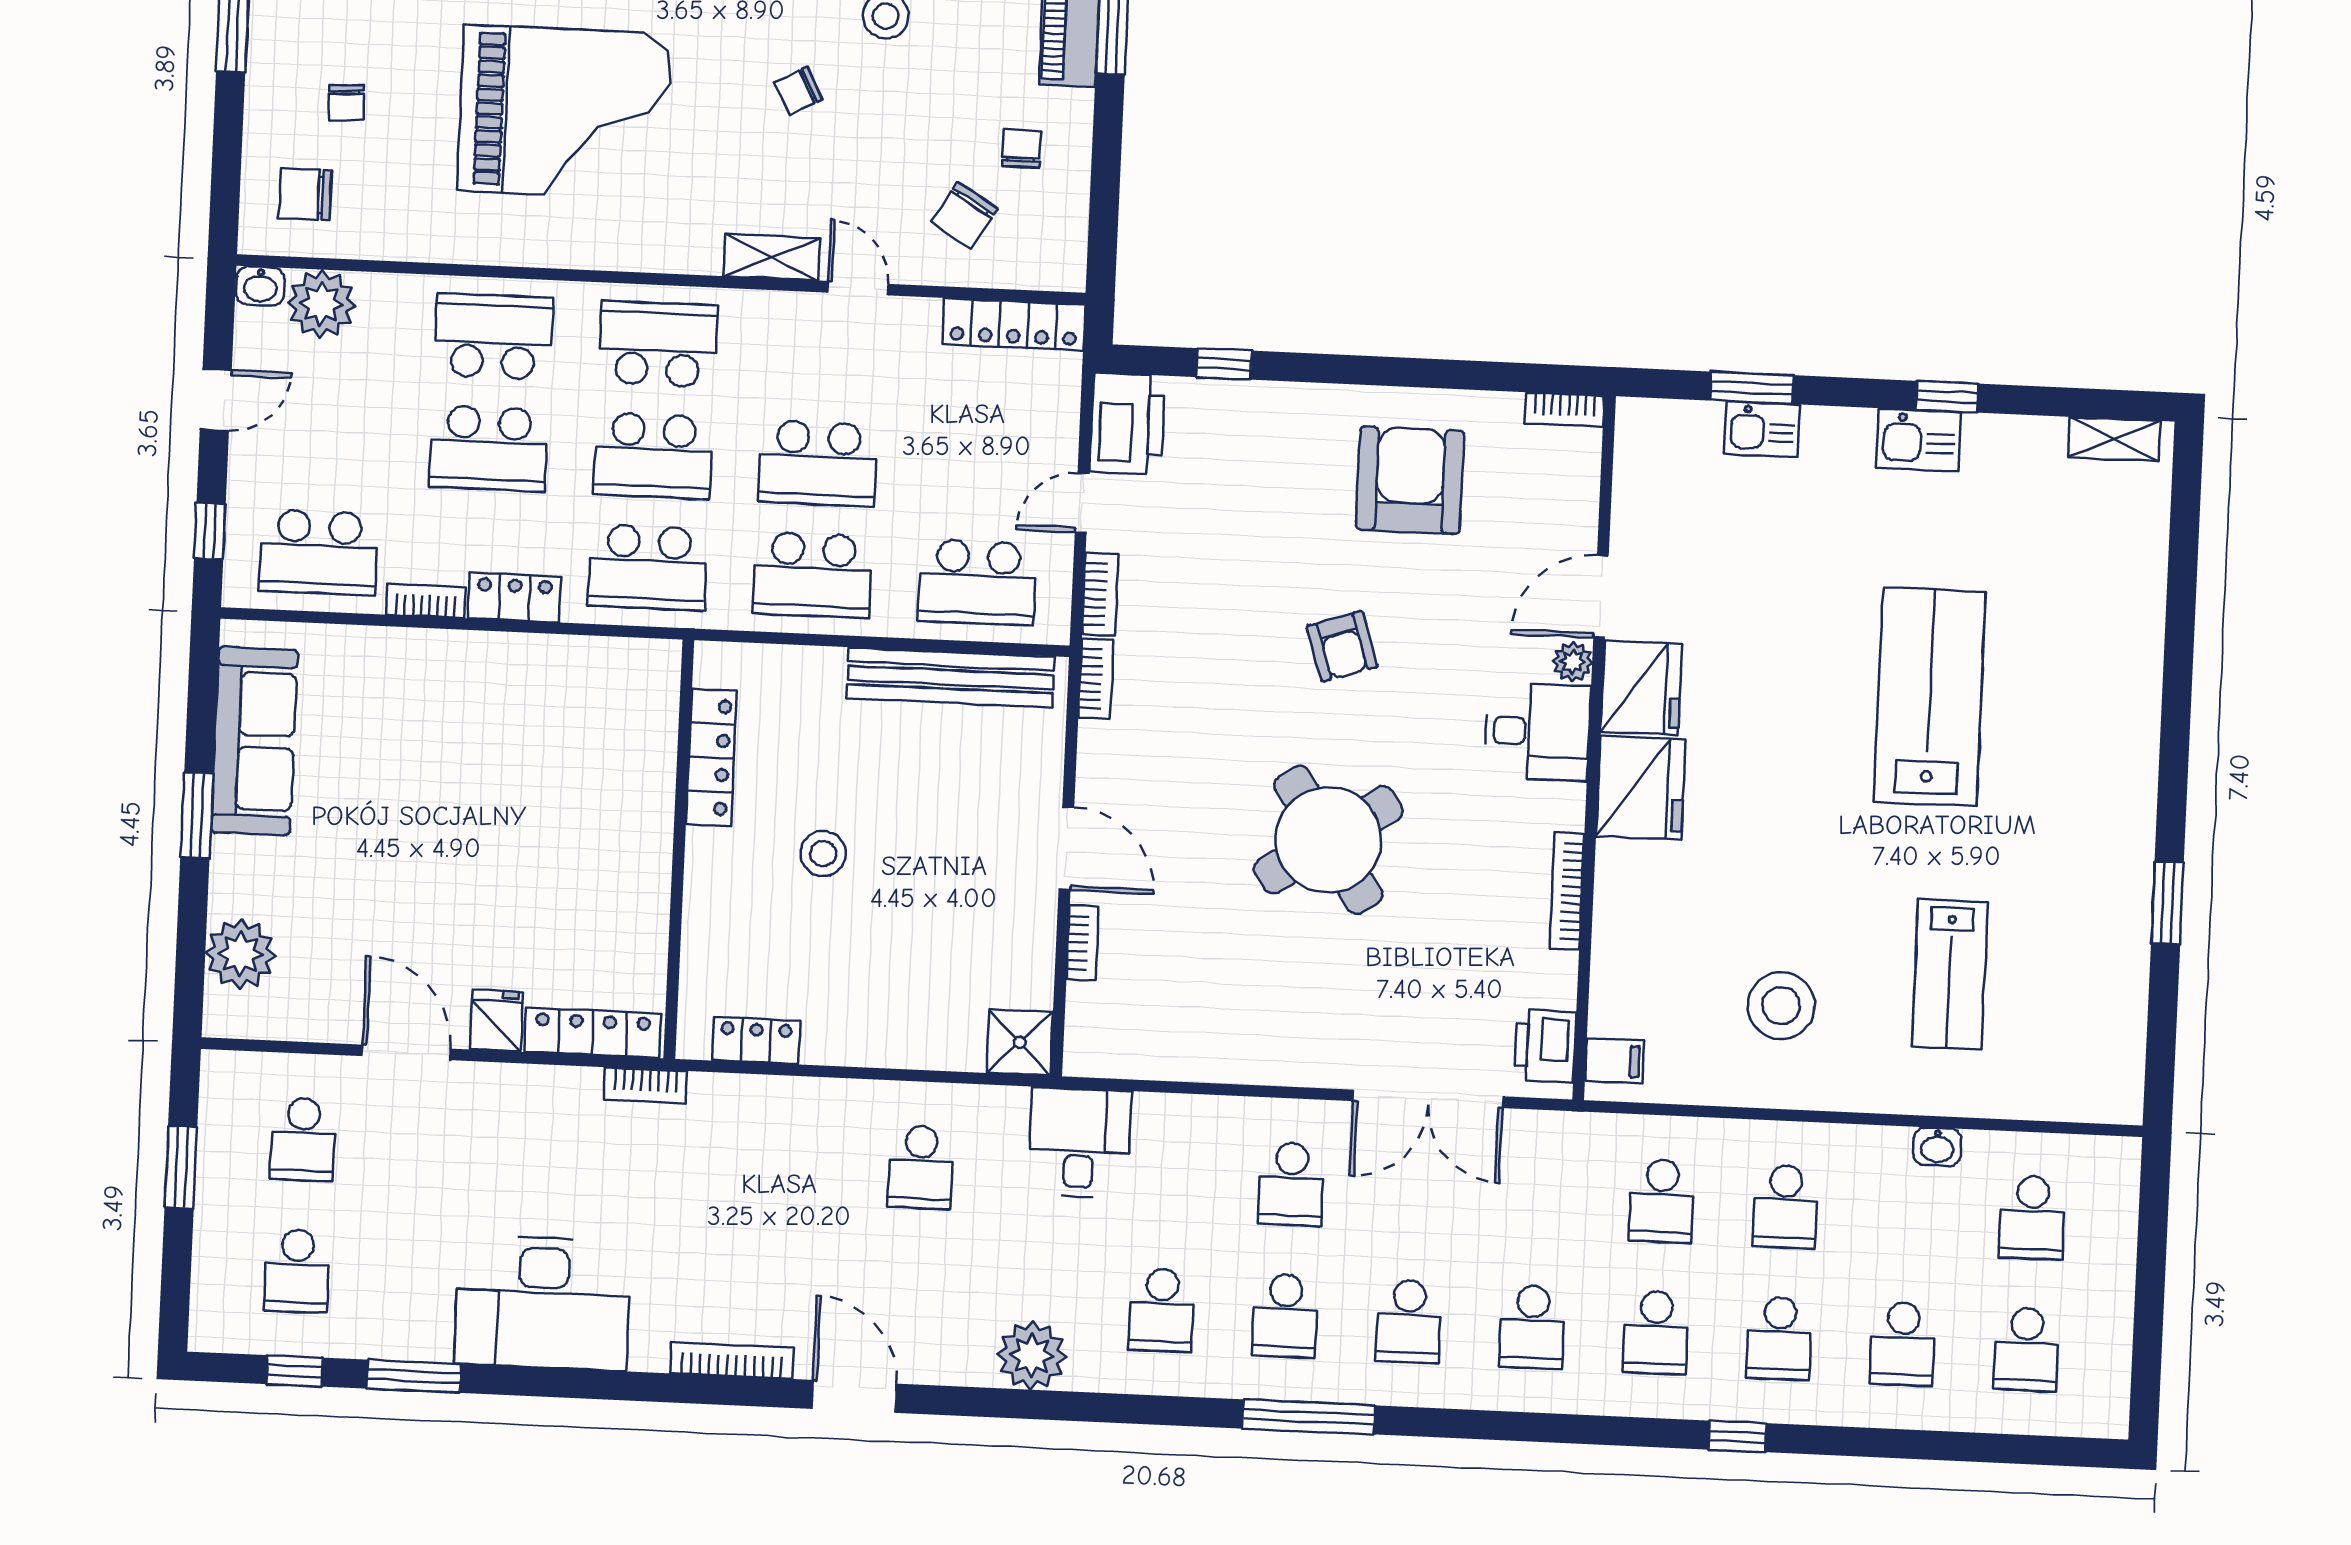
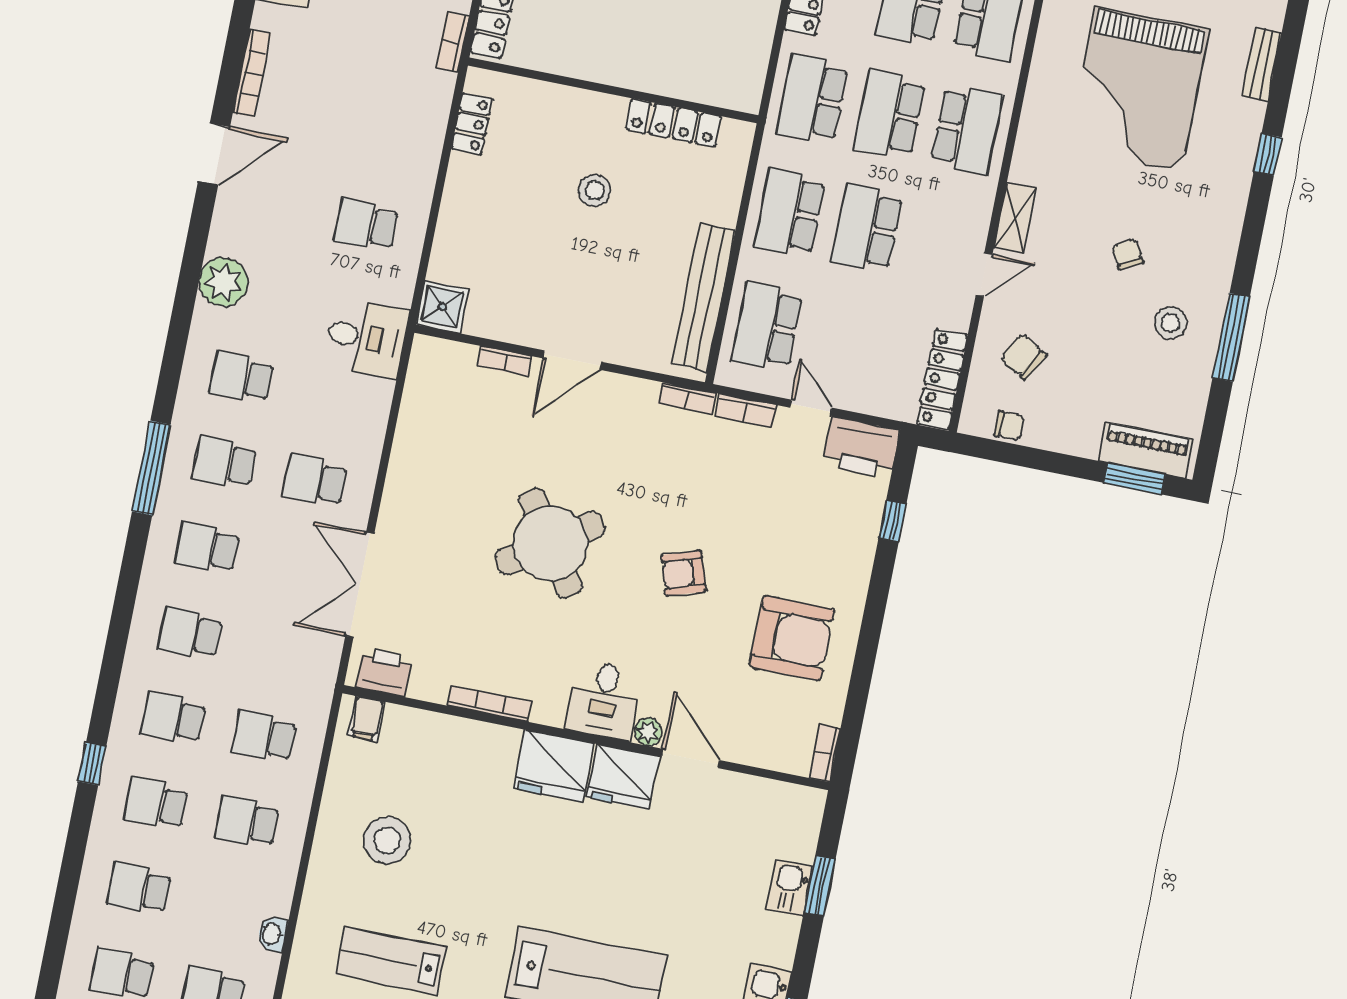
chair: (1022, 148) -> (1009, 426), moved

